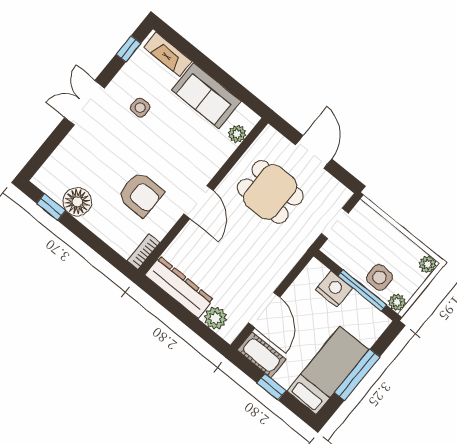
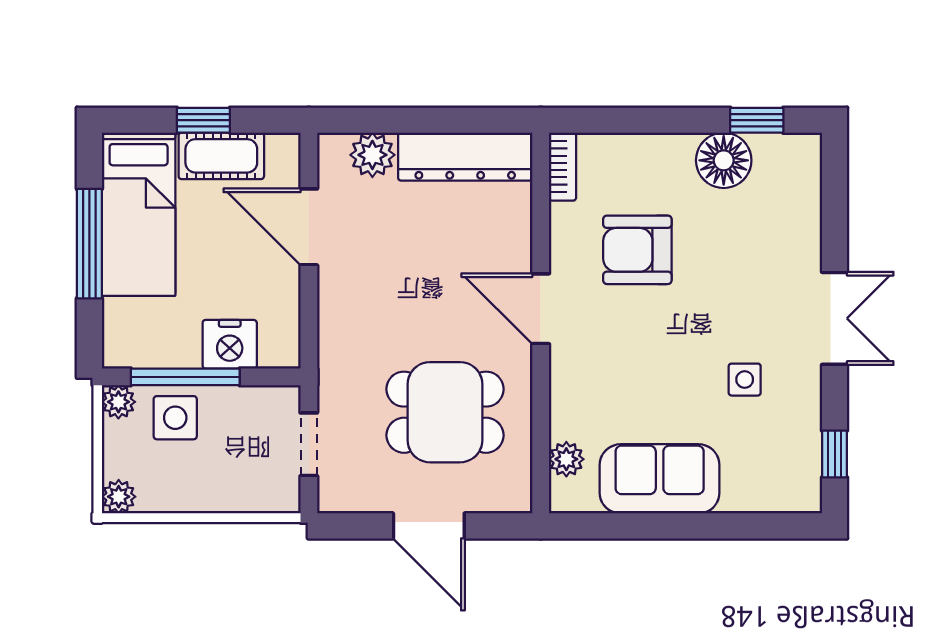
fireplace: (168, 54) -> (768, 494), removed
cot: (261, 355) -> (221, 156), moved

